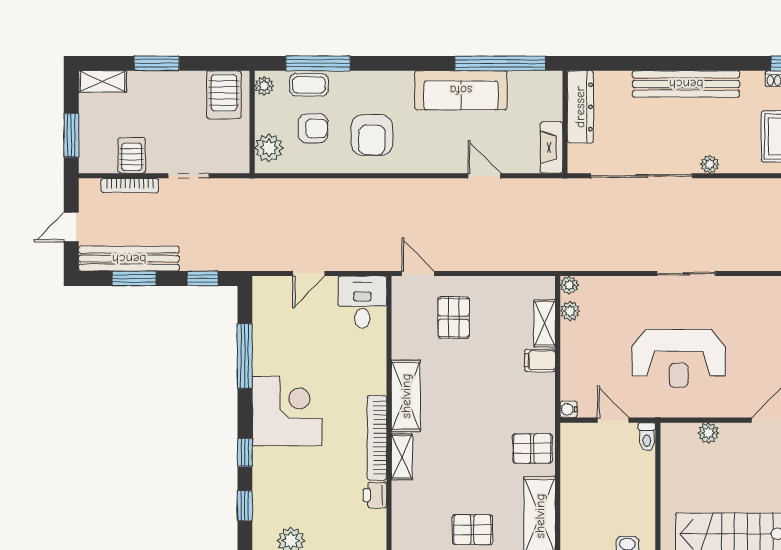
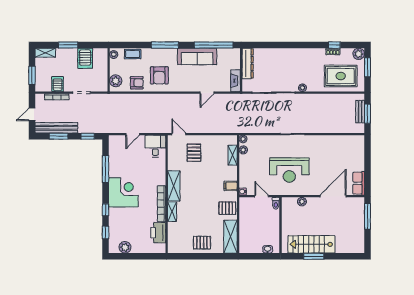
window: (318, 63) -> (165, 45), moved
bench: (686, 84) -> (292, 54), removed
server rack: (224, 95) -> (85, 58), moved
armchair: (313, 128) -> (137, 83), moved
door: (484, 176) -> (207, 93), swing flipped
filing cabinet: (540, 360) -> (231, 186), moved
printer: (375, 495) -> (158, 233), width x1.87, depth x1.48

